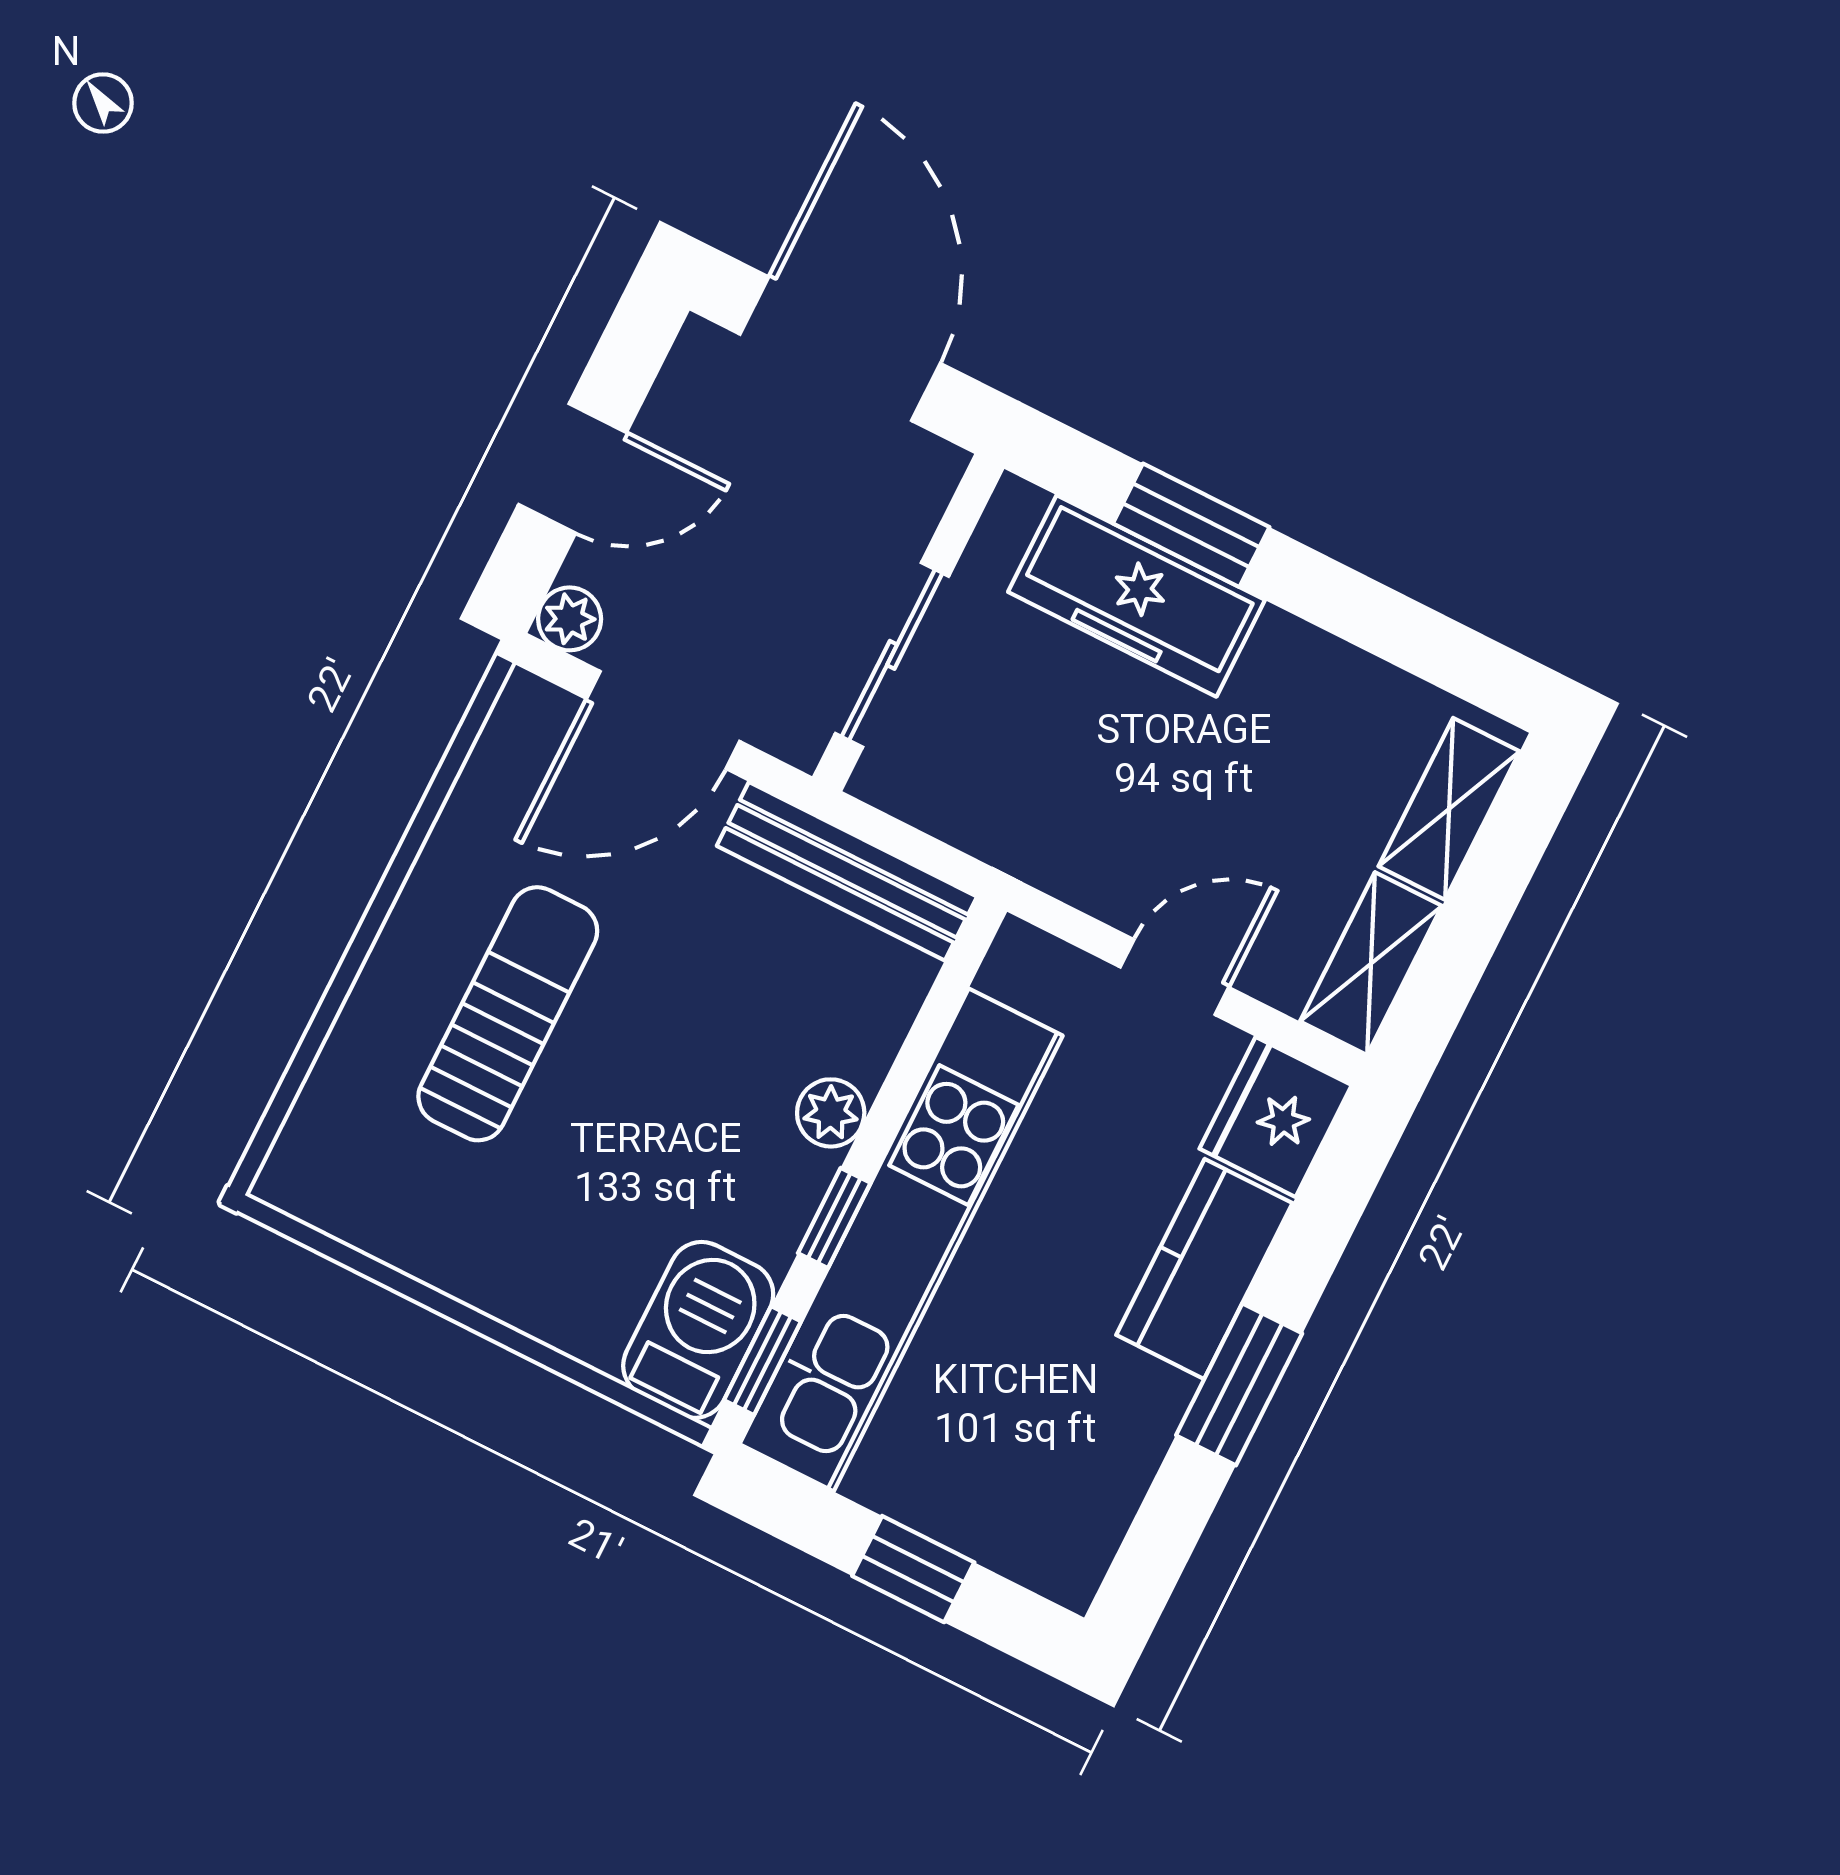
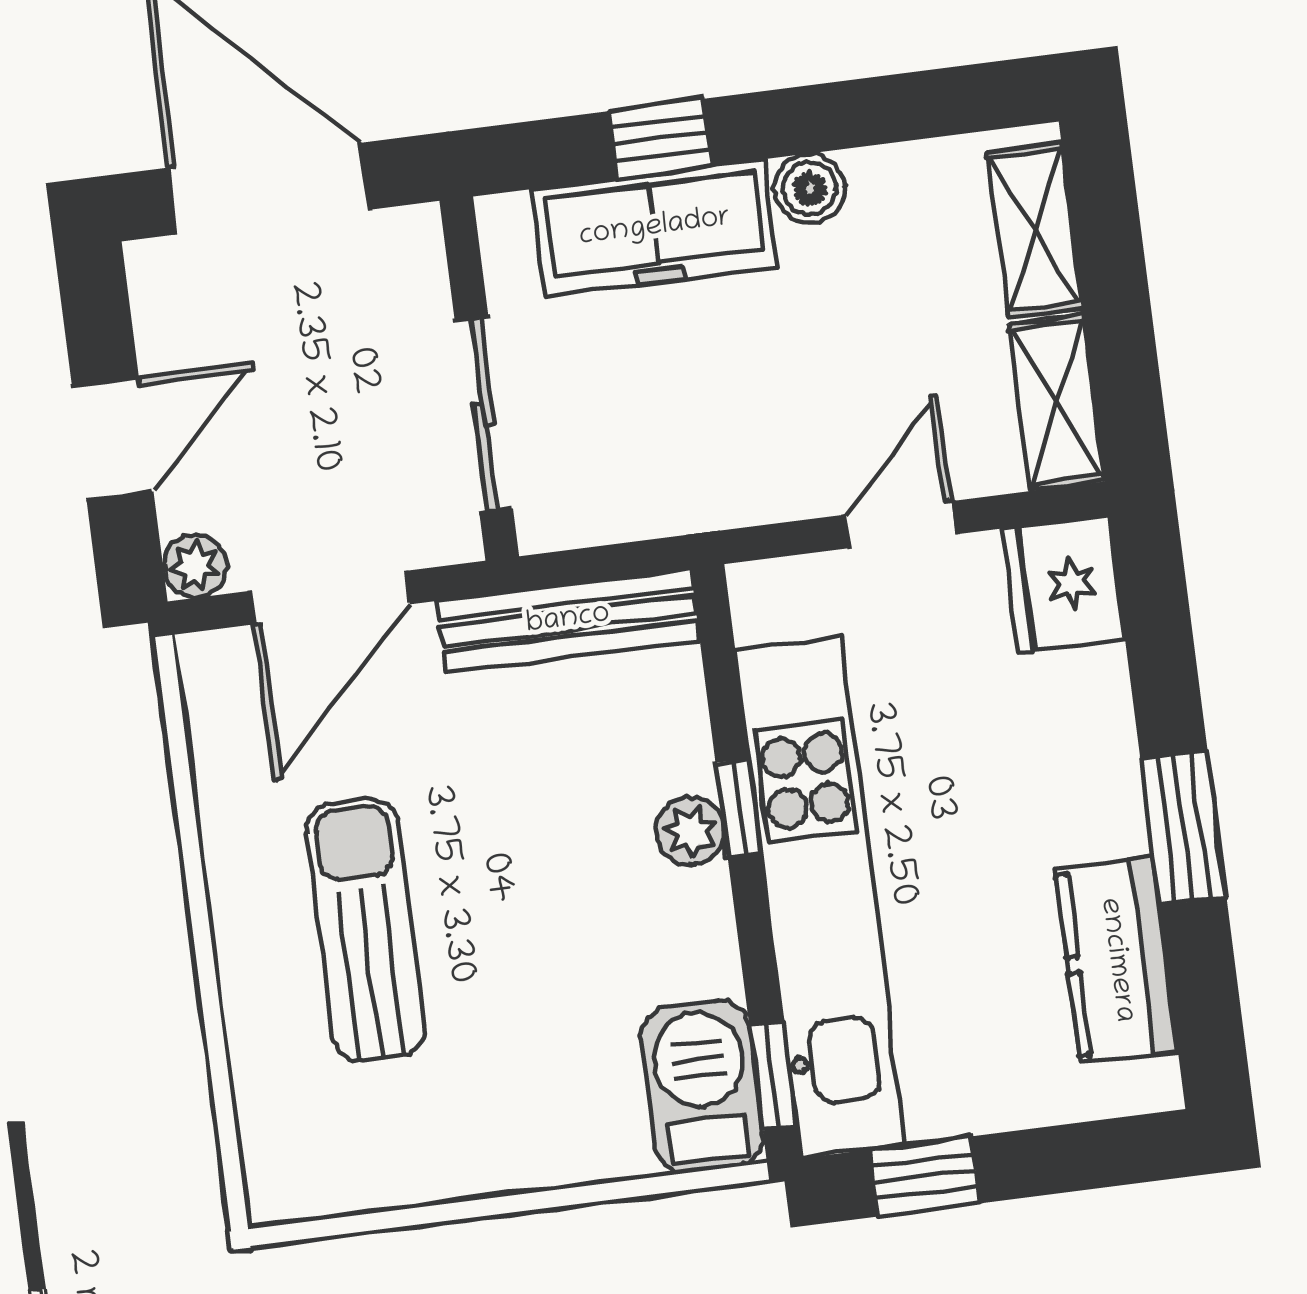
window: (1191, 525) -> (660, 138), width x0.67
boiler: (1286, 649) -> (810, 189), added
window: (834, 1218) -> (739, 808), moved
kitchen counter: (1204, 1269) -> (1116, 960), moved
window: (913, 1569) -> (924, 1177), moved

